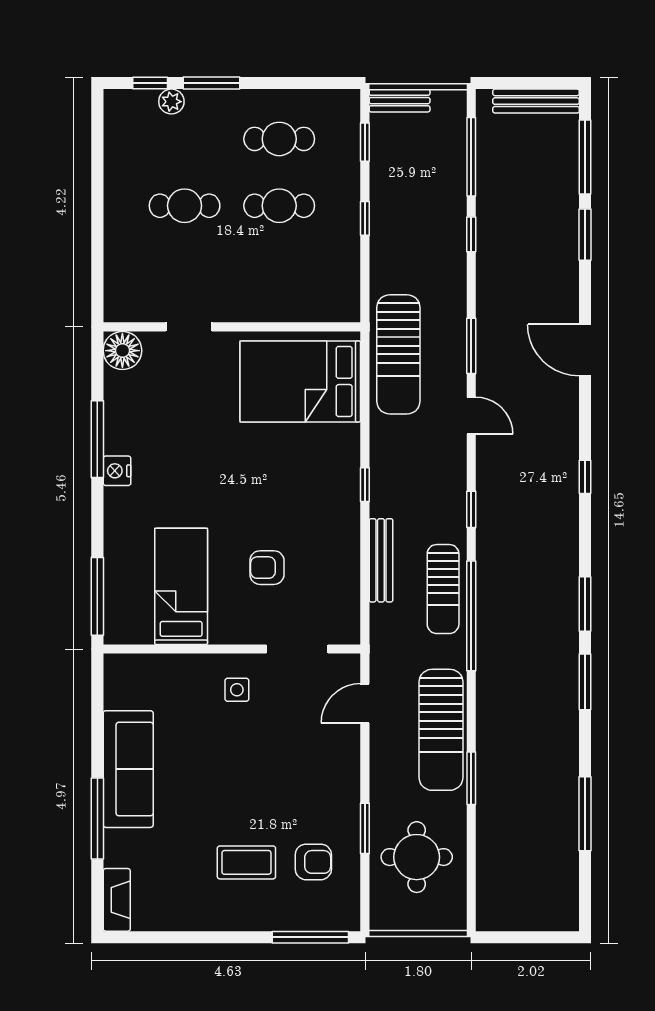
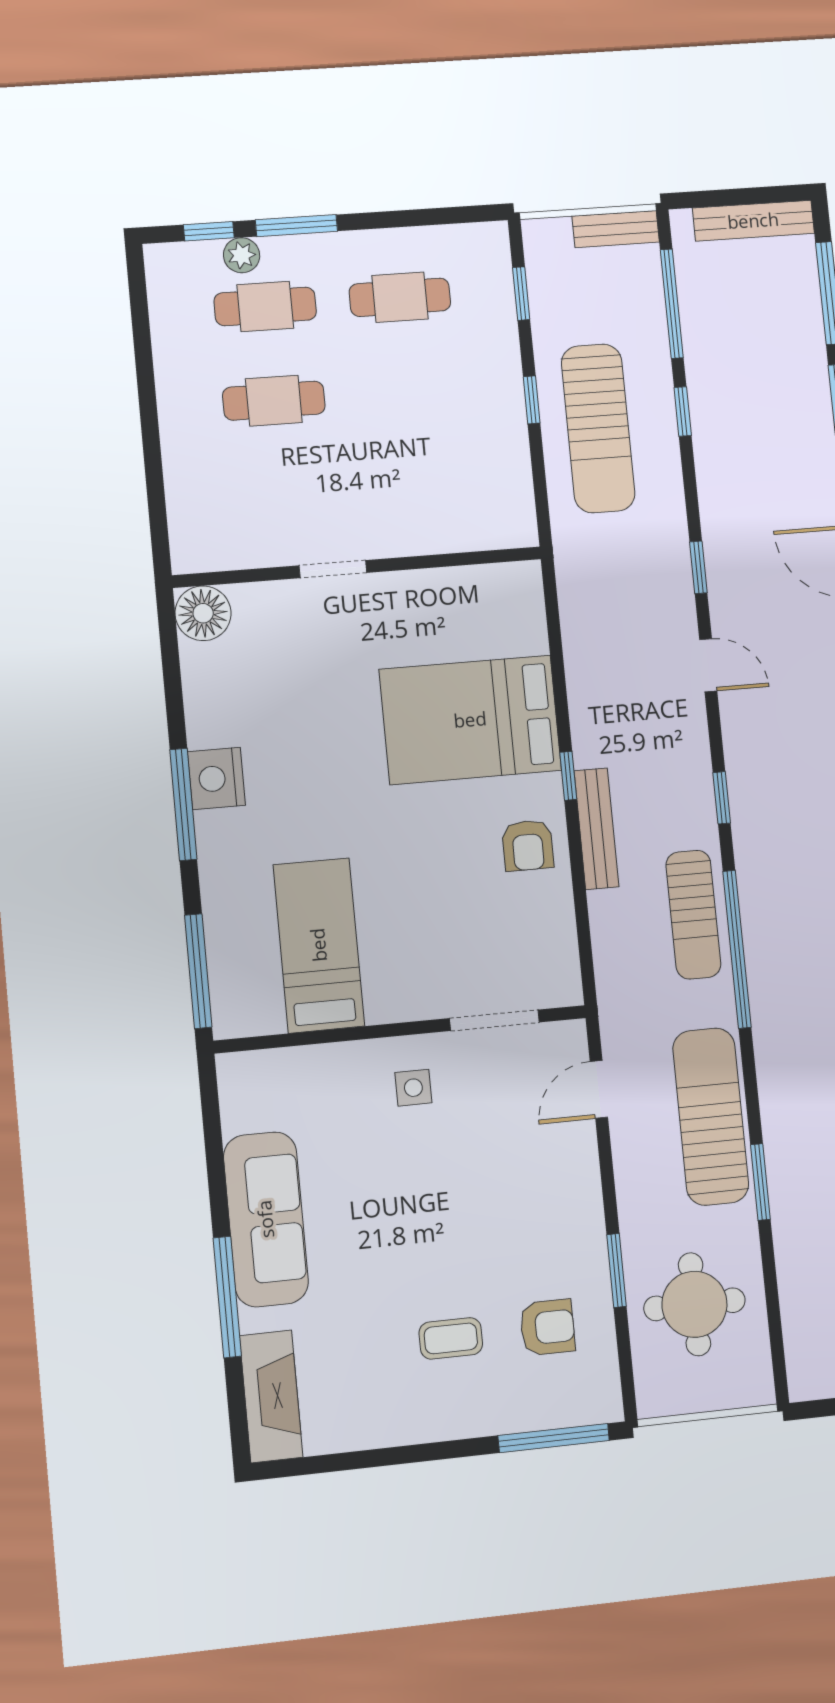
bench: (400, 101) -> (616, 229), moved
cafe table: (279, 206) -> (265, 306), moved
doorway: (189, 327) -> (333, 569), moved
window: (471, 346) -> (698, 567), width x0.67
sun lounger: (398, 354) -> (598, 428), moved
bed: (300, 381) -> (470, 720), moved
window: (97, 439) -> (183, 804), moved
nightstand: (117, 471) -> (216, 778), width x1.36, depth x1.33
bench: (381, 560) -> (596, 829), moved
armchair: (267, 568) -> (528, 845), moved, turned -90
sun lounger: (441, 730) -> (711, 1117), turned 180
coffee table: (246, 862) -> (451, 1338), width x0.73, depth x0.77
fireplace: (117, 900) -> (271, 1396), width x1.37, depth x1.32

